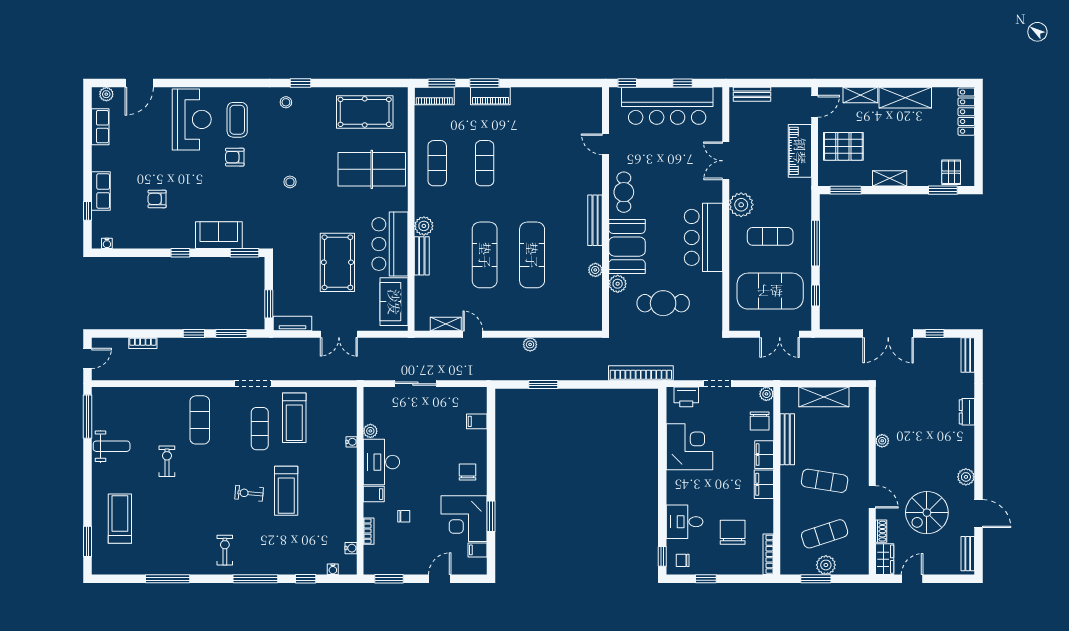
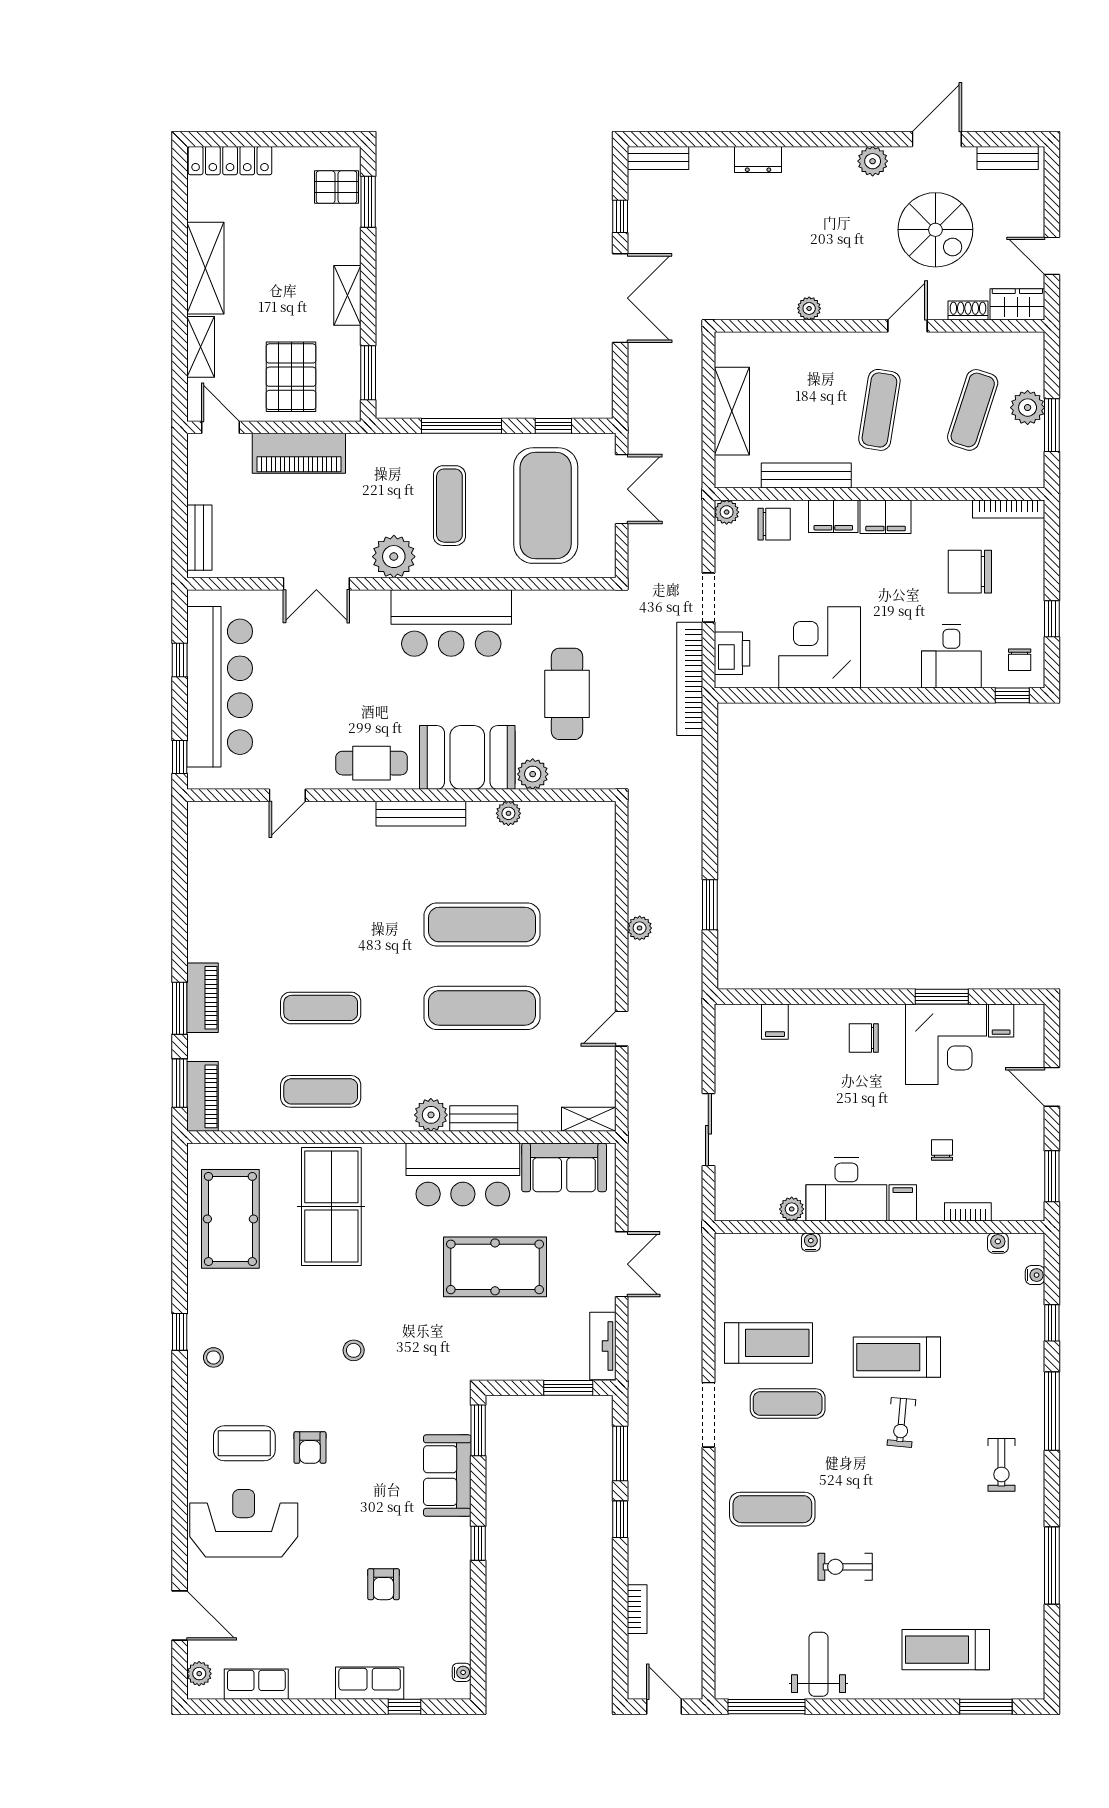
shelving: (446, 324) -> (589, 1119), moved, turned 90
bookcase: (641, 373) -> (690, 679), moved
treadmill: (286, 491) -> (897, 1357), turned 180
exercise mat: (825, 534) -> (973, 410), turned 36
exercise bike: (225, 550) -> (1001, 1465), turned -90

